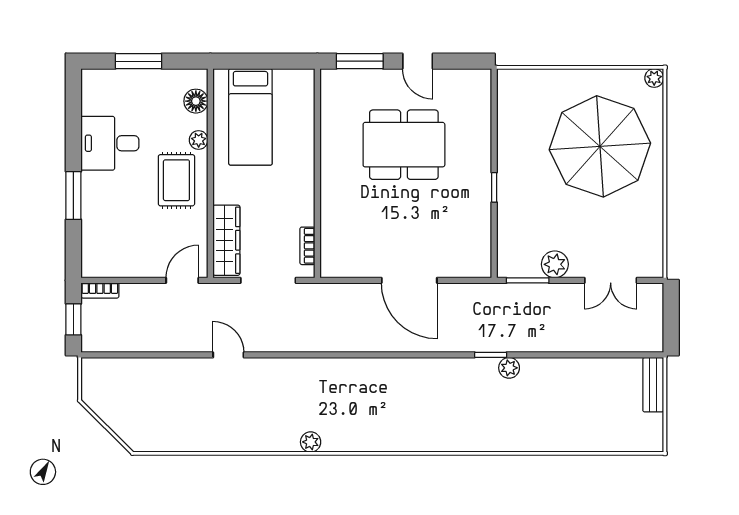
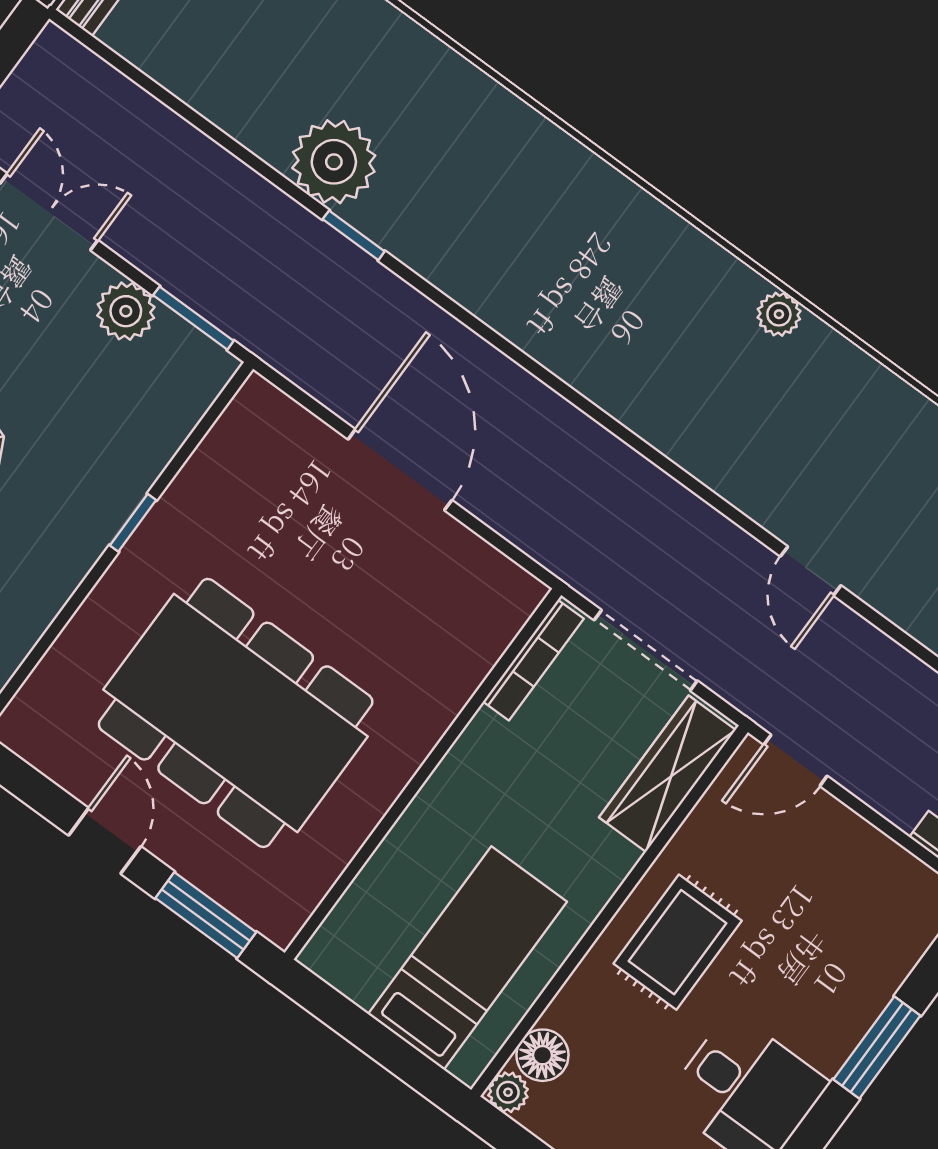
plant: (199, 140) -> (508, 1092), moved
dining table: (404, 145) -> (236, 713), width x1.36, depth x1.24
bookcase: (307, 246) -> (533, 660), width x1.56
plant: (509, 368) -> (334, 162), width x1.88, depth x1.88

